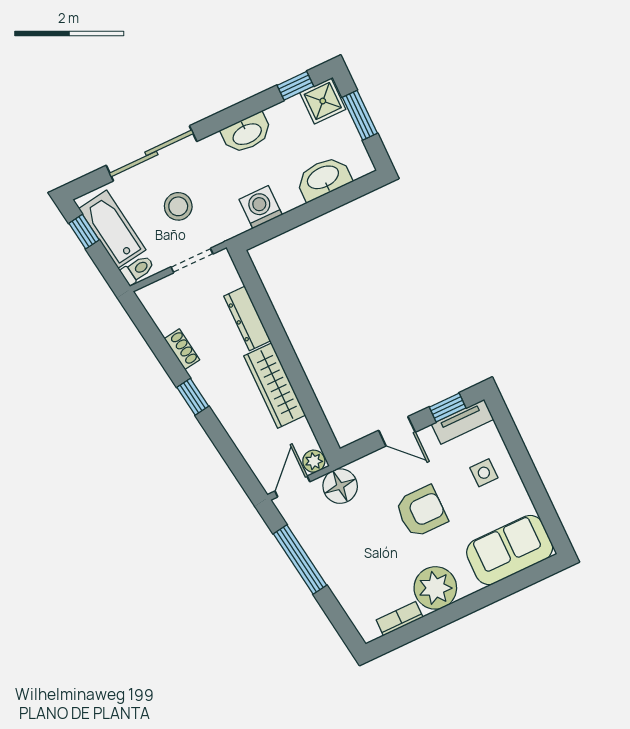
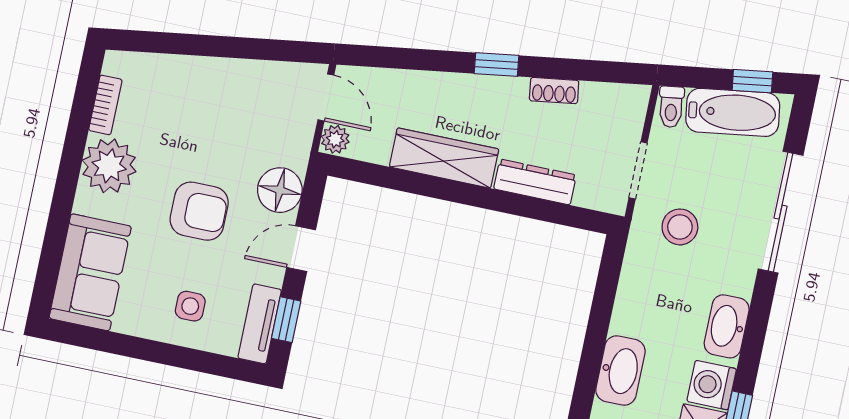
stool: (178, 206) -> (680, 227), moved
washing machine: (261, 207) -> (712, 385), moved, turned 180
floor lamp: (340, 486) -> (280, 190), moved
armchair: (421, 511) -> (199, 211), turned -90
window: (300, 559) -> (244, 48), removed

